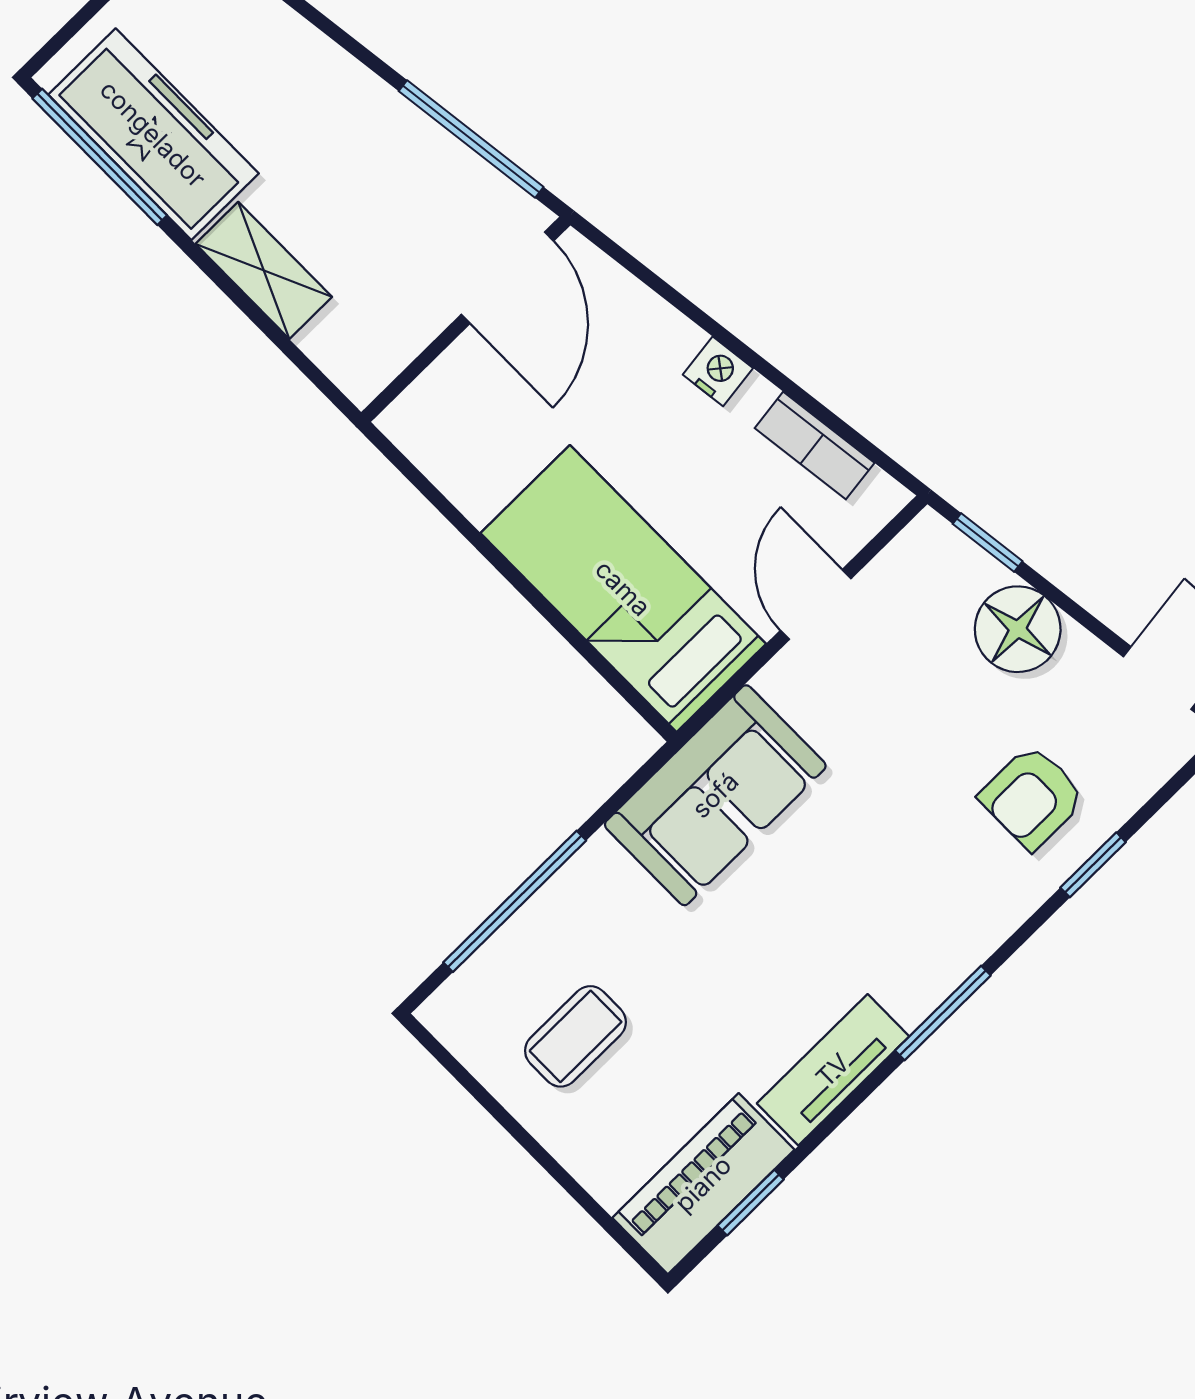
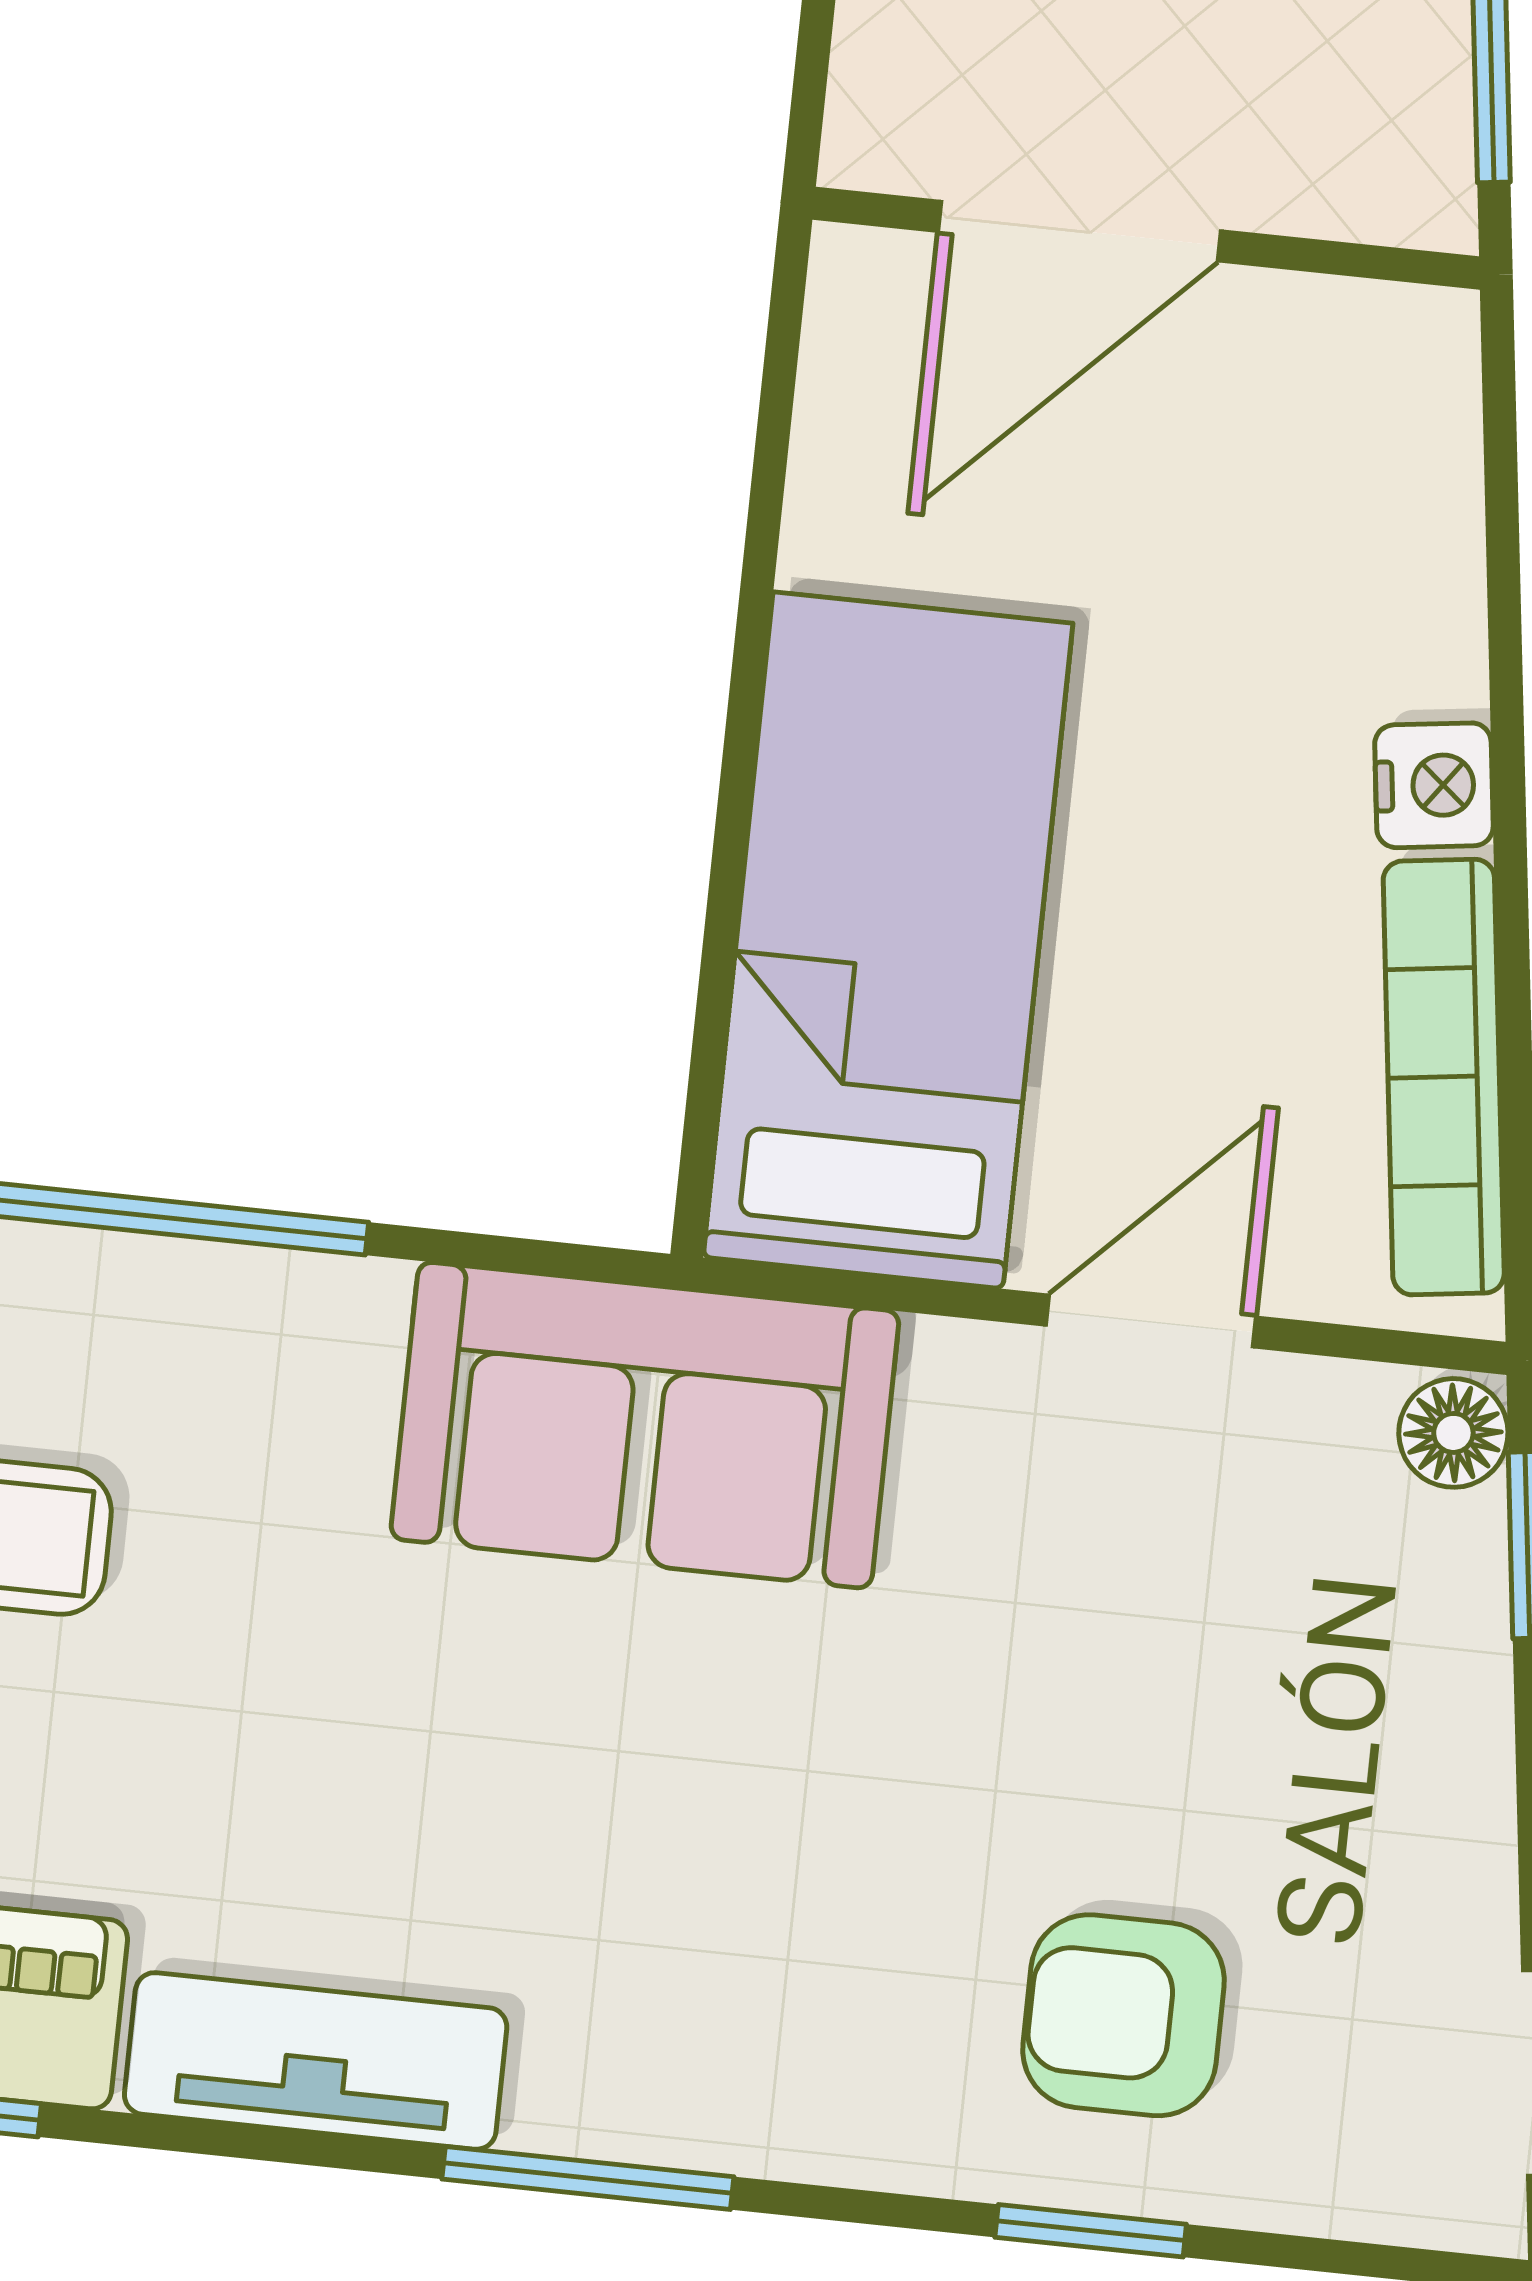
door: (507, 278) -> (1079, 231), moved
bookcase: (815, 446) -> (1444, 1077), width x1.56
floor lamp: (1018, 629) -> (1453, 1433), moved, width x0.53, depth x0.53

